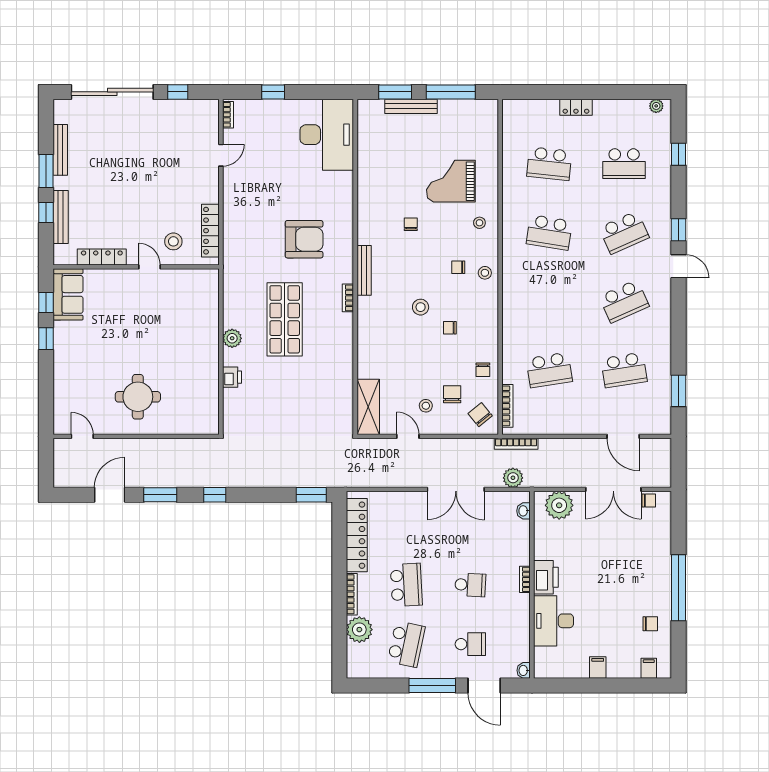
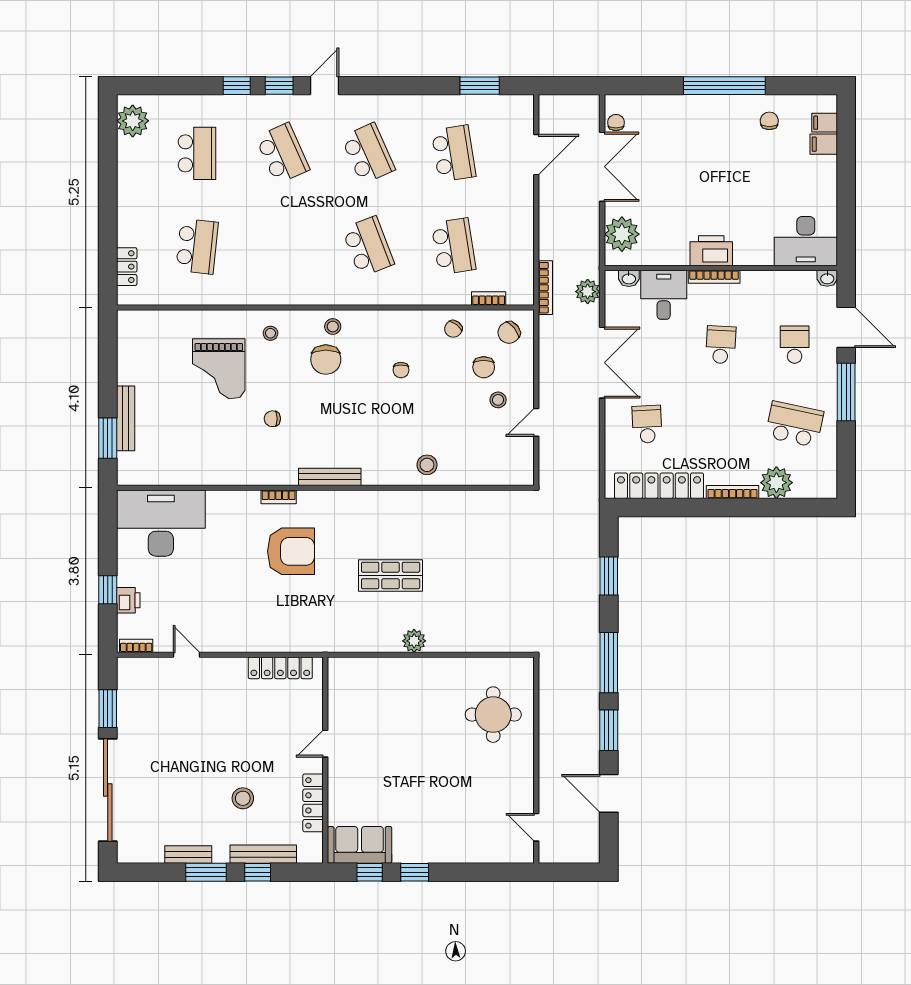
window: (178, 92) -> (108, 709), width x1.50
window: (451, 92) -> (108, 369), removed
plant: (656, 106) -> (133, 121), width x1.88, depth x1.88
locker: (576, 107) -> (127, 267), moved
bench: (60, 150) -> (188, 855), width x0.73
window: (679, 154) -> (237, 86), moved
school desk: (549, 232) -> (368, 246), moved, turned -30
armchair: (304, 239) -> (291, 551), turned 90
stool: (173, 241) -> (243, 798), moved
chair: (458, 267) -> (326, 360), width x1.87, depth x1.87
bookcase: (348, 298) -> (279, 497), moved
stool: (421, 307) -> (427, 465), moved
shop shelf: (285, 319) -> (391, 575), width x0.70, depth x0.74
chair: (483, 370) -> (453, 329), turned 127
printer: (232, 377) -> (128, 600), moved, turned 90
chair: (452, 394) -> (484, 367), turned -90
round table: (138, 397) -> (493, 715), moved
bookcase: (507, 406) -> (489, 299), width x0.64
shelving: (368, 407) -> (499, 472), removed
door: (82, 436) -> (536, 827), hinge flipped
window: (215, 495) -> (609, 663), width x2.17
window: (311, 495) -> (609, 576), moved
desk: (510, 539) -> (664, 295), added
bookcase: (525, 579) -> (714, 277), width x1.56
school desk: (406, 585) -> (647, 424), moved, width x0.54
desk: (554, 621) -> (806, 241), moved
filing cabinet: (598, 668) -> (824, 144), moved
door: (484, 686) -> (846, 327), hinge flipped

